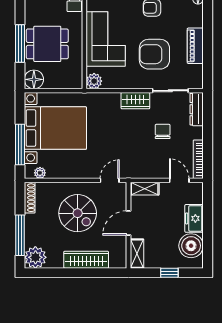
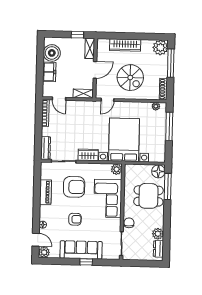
window: (20, 44) -> (168, 186), moved
bed with nightstands: (55, 128) -> (124, 140), moved, turned 90
chair: (163, 131) -> (70, 133), removed
spiral stairs: (78, 213) -> (130, 78), turned 180
window: (169, 273) -> (77, 35), moved

